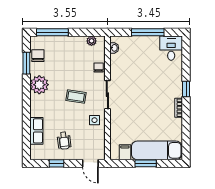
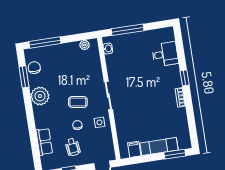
window: (148, 32) -> (128, 30), moved
desk: (171, 48) -> (165, 54), moved, turned 90
chair: (99, 68) -> (77, 125), moved
exam couch: (157, 150) -> (159, 146), width x0.73, depth x0.69
window: (146, 163) -> (175, 154), moved

